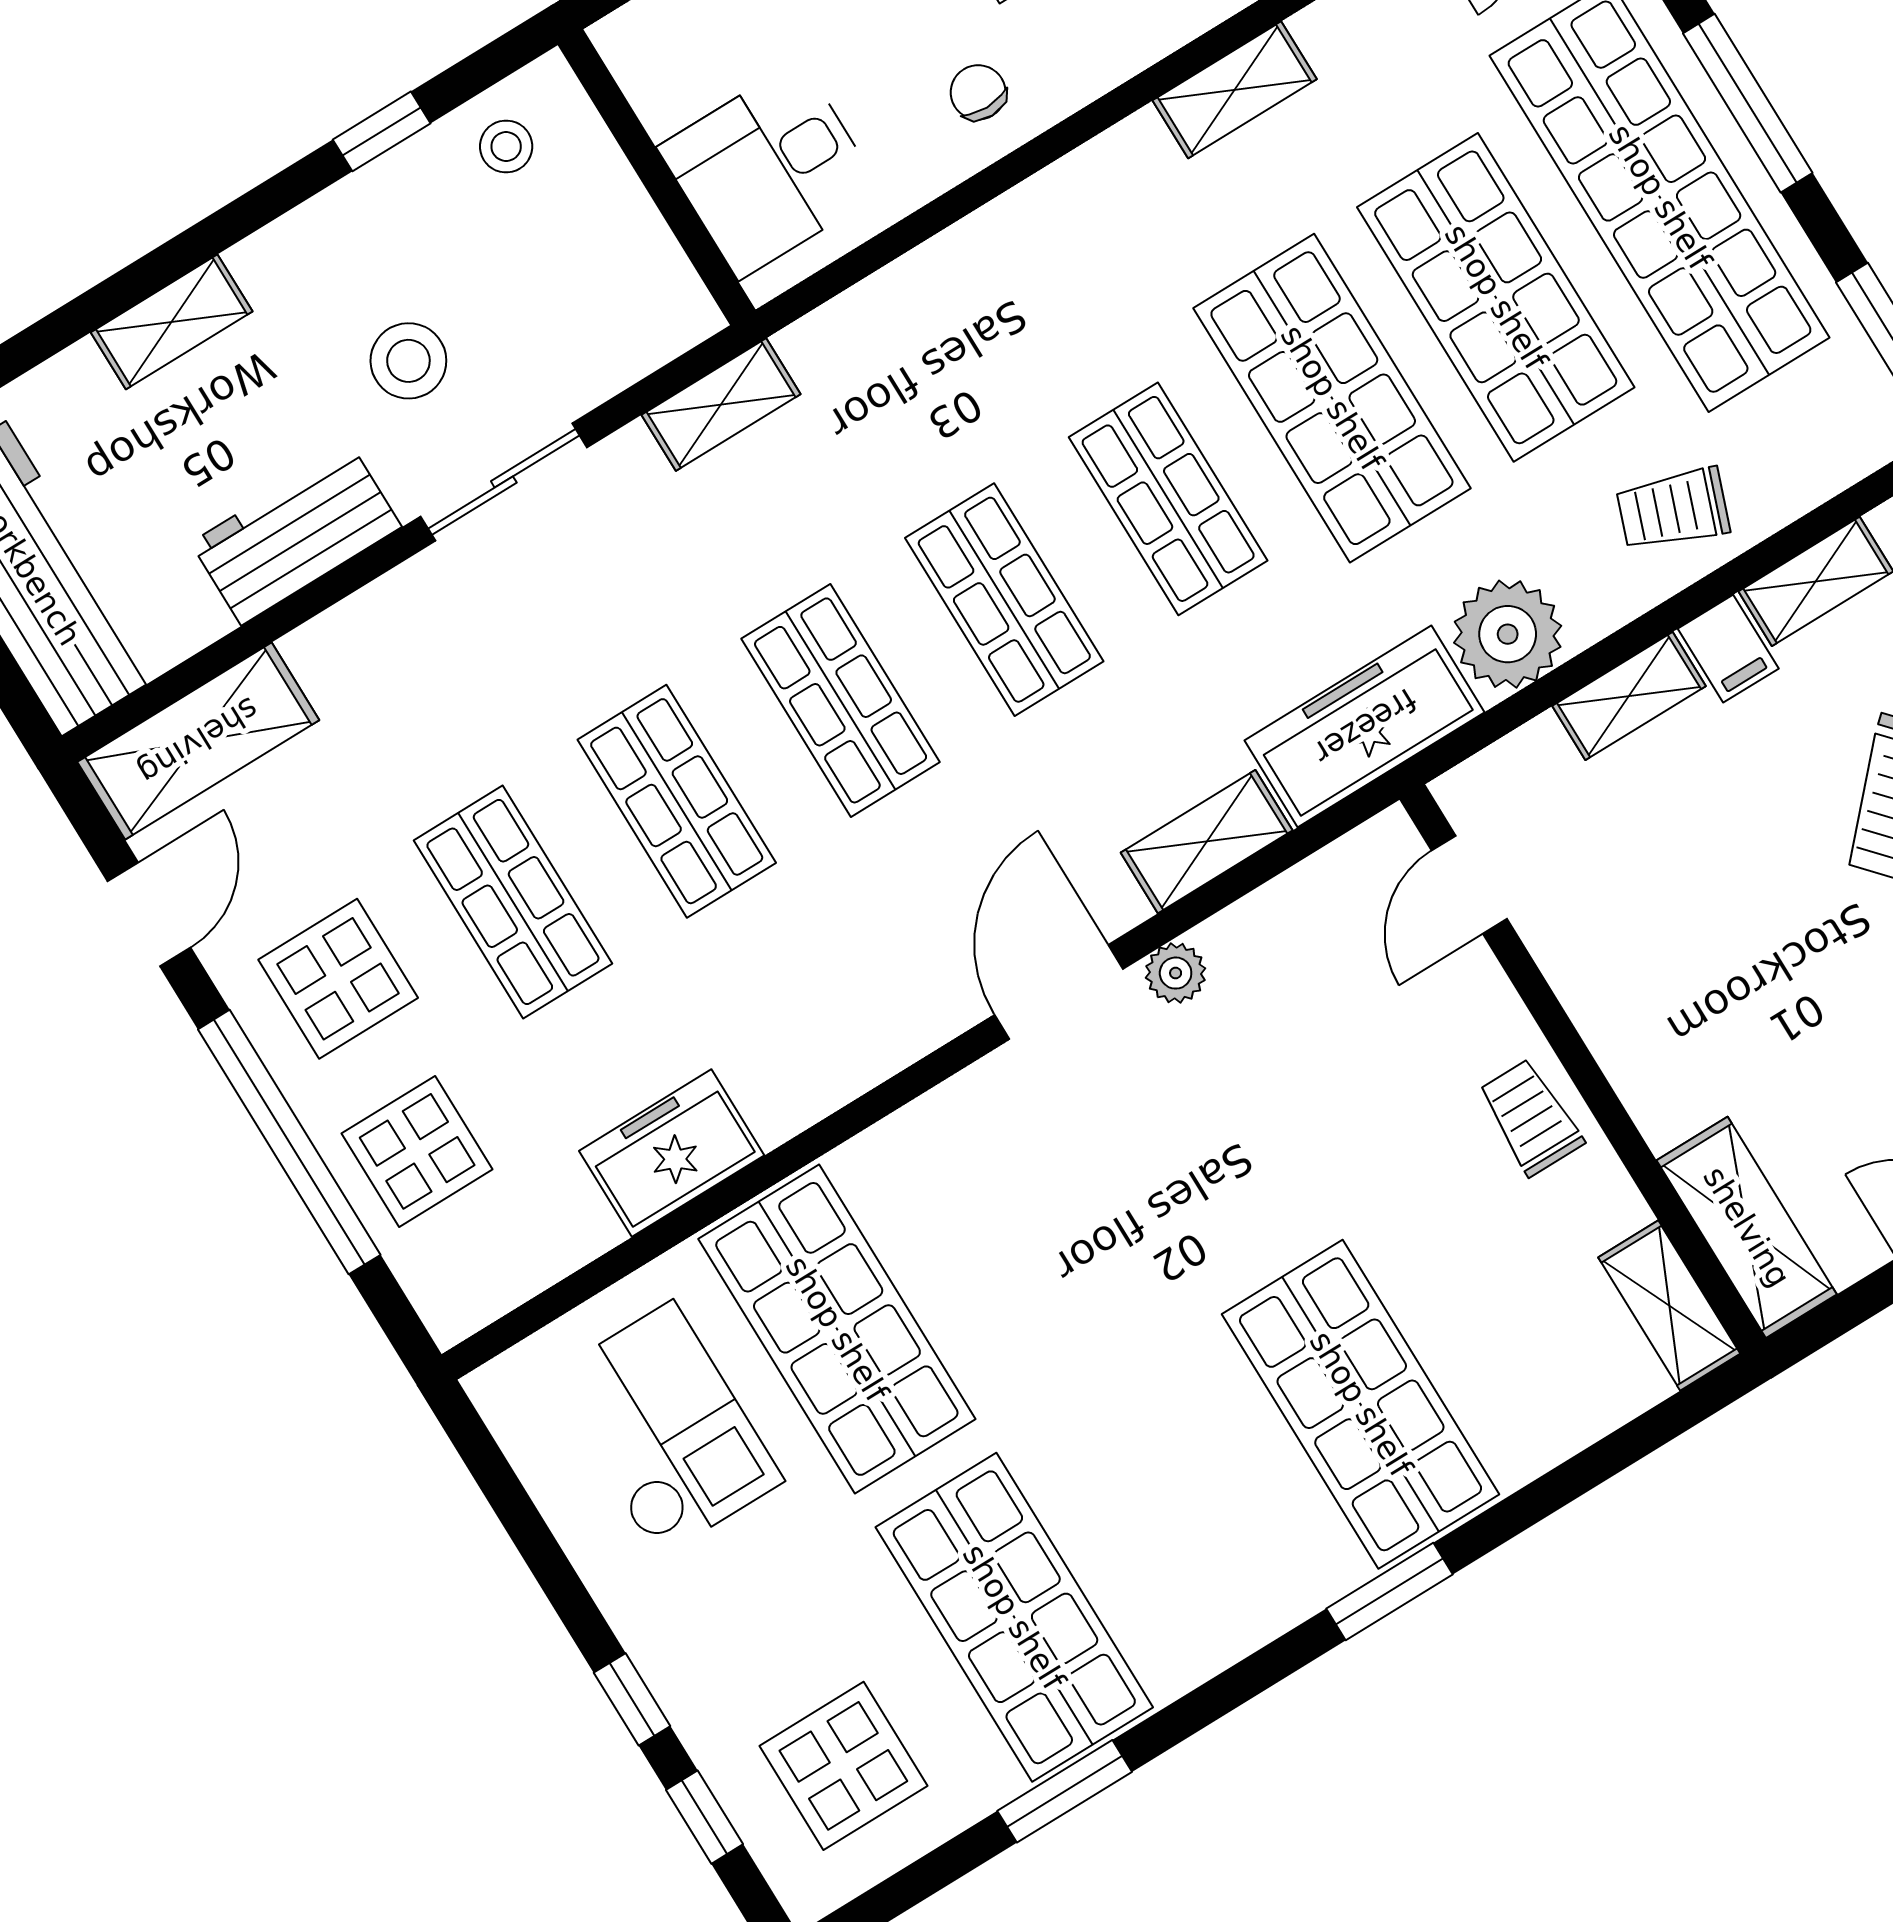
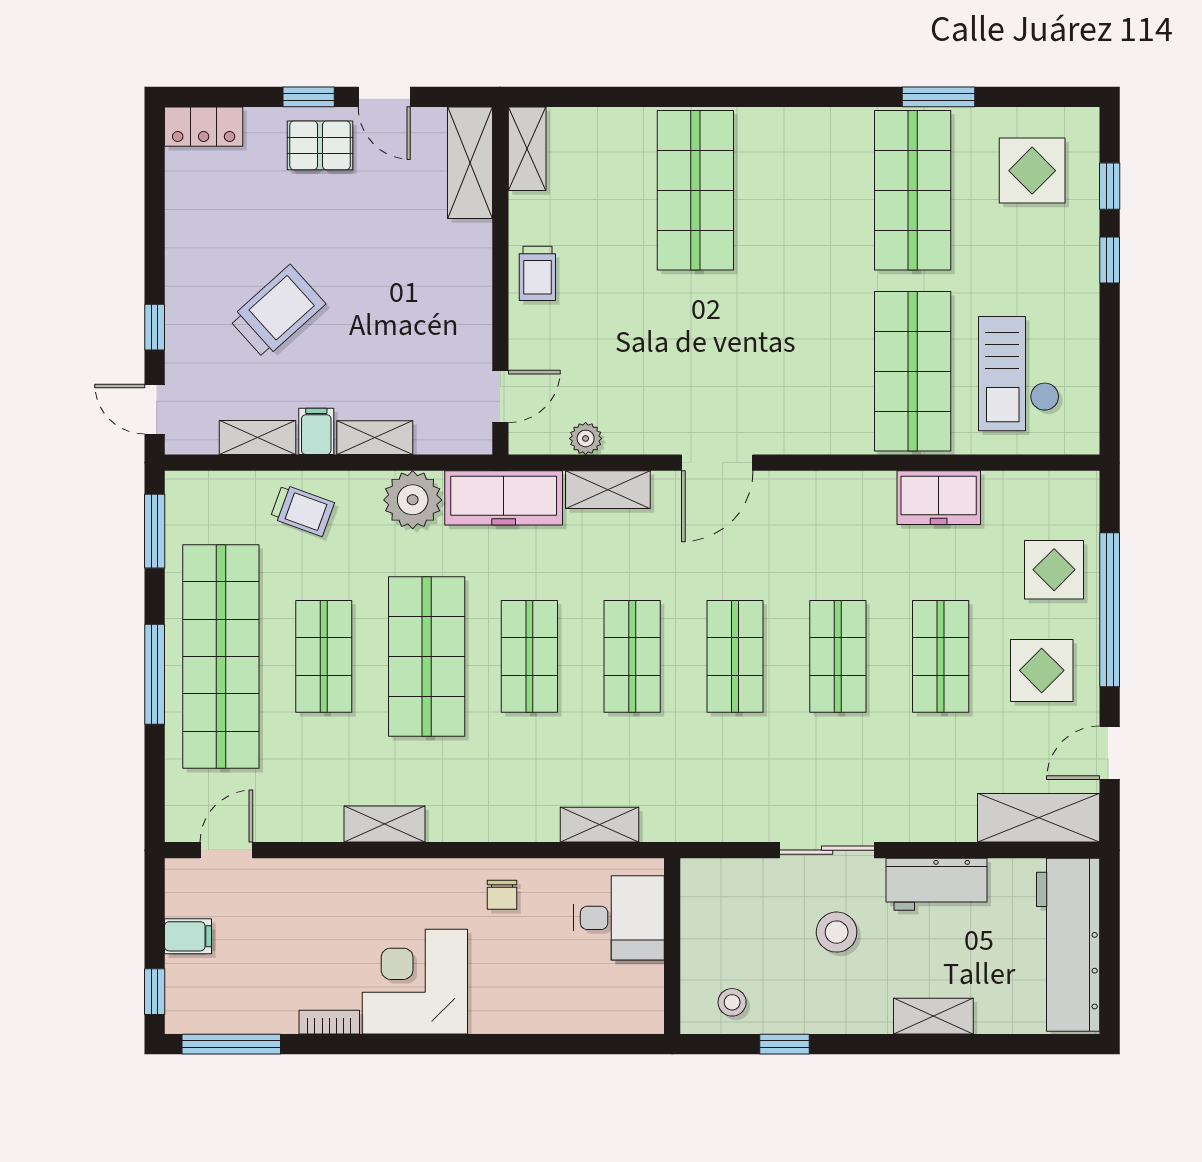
shop shelf: (1496, 297) -> (324, 656), width x0.70, depth x0.74
shelving: (721, 405) -> (600, 825), moved
plant: (1176, 973) -> (586, 438), moved
window: (1390, 1591) -> (735, 97), removed

